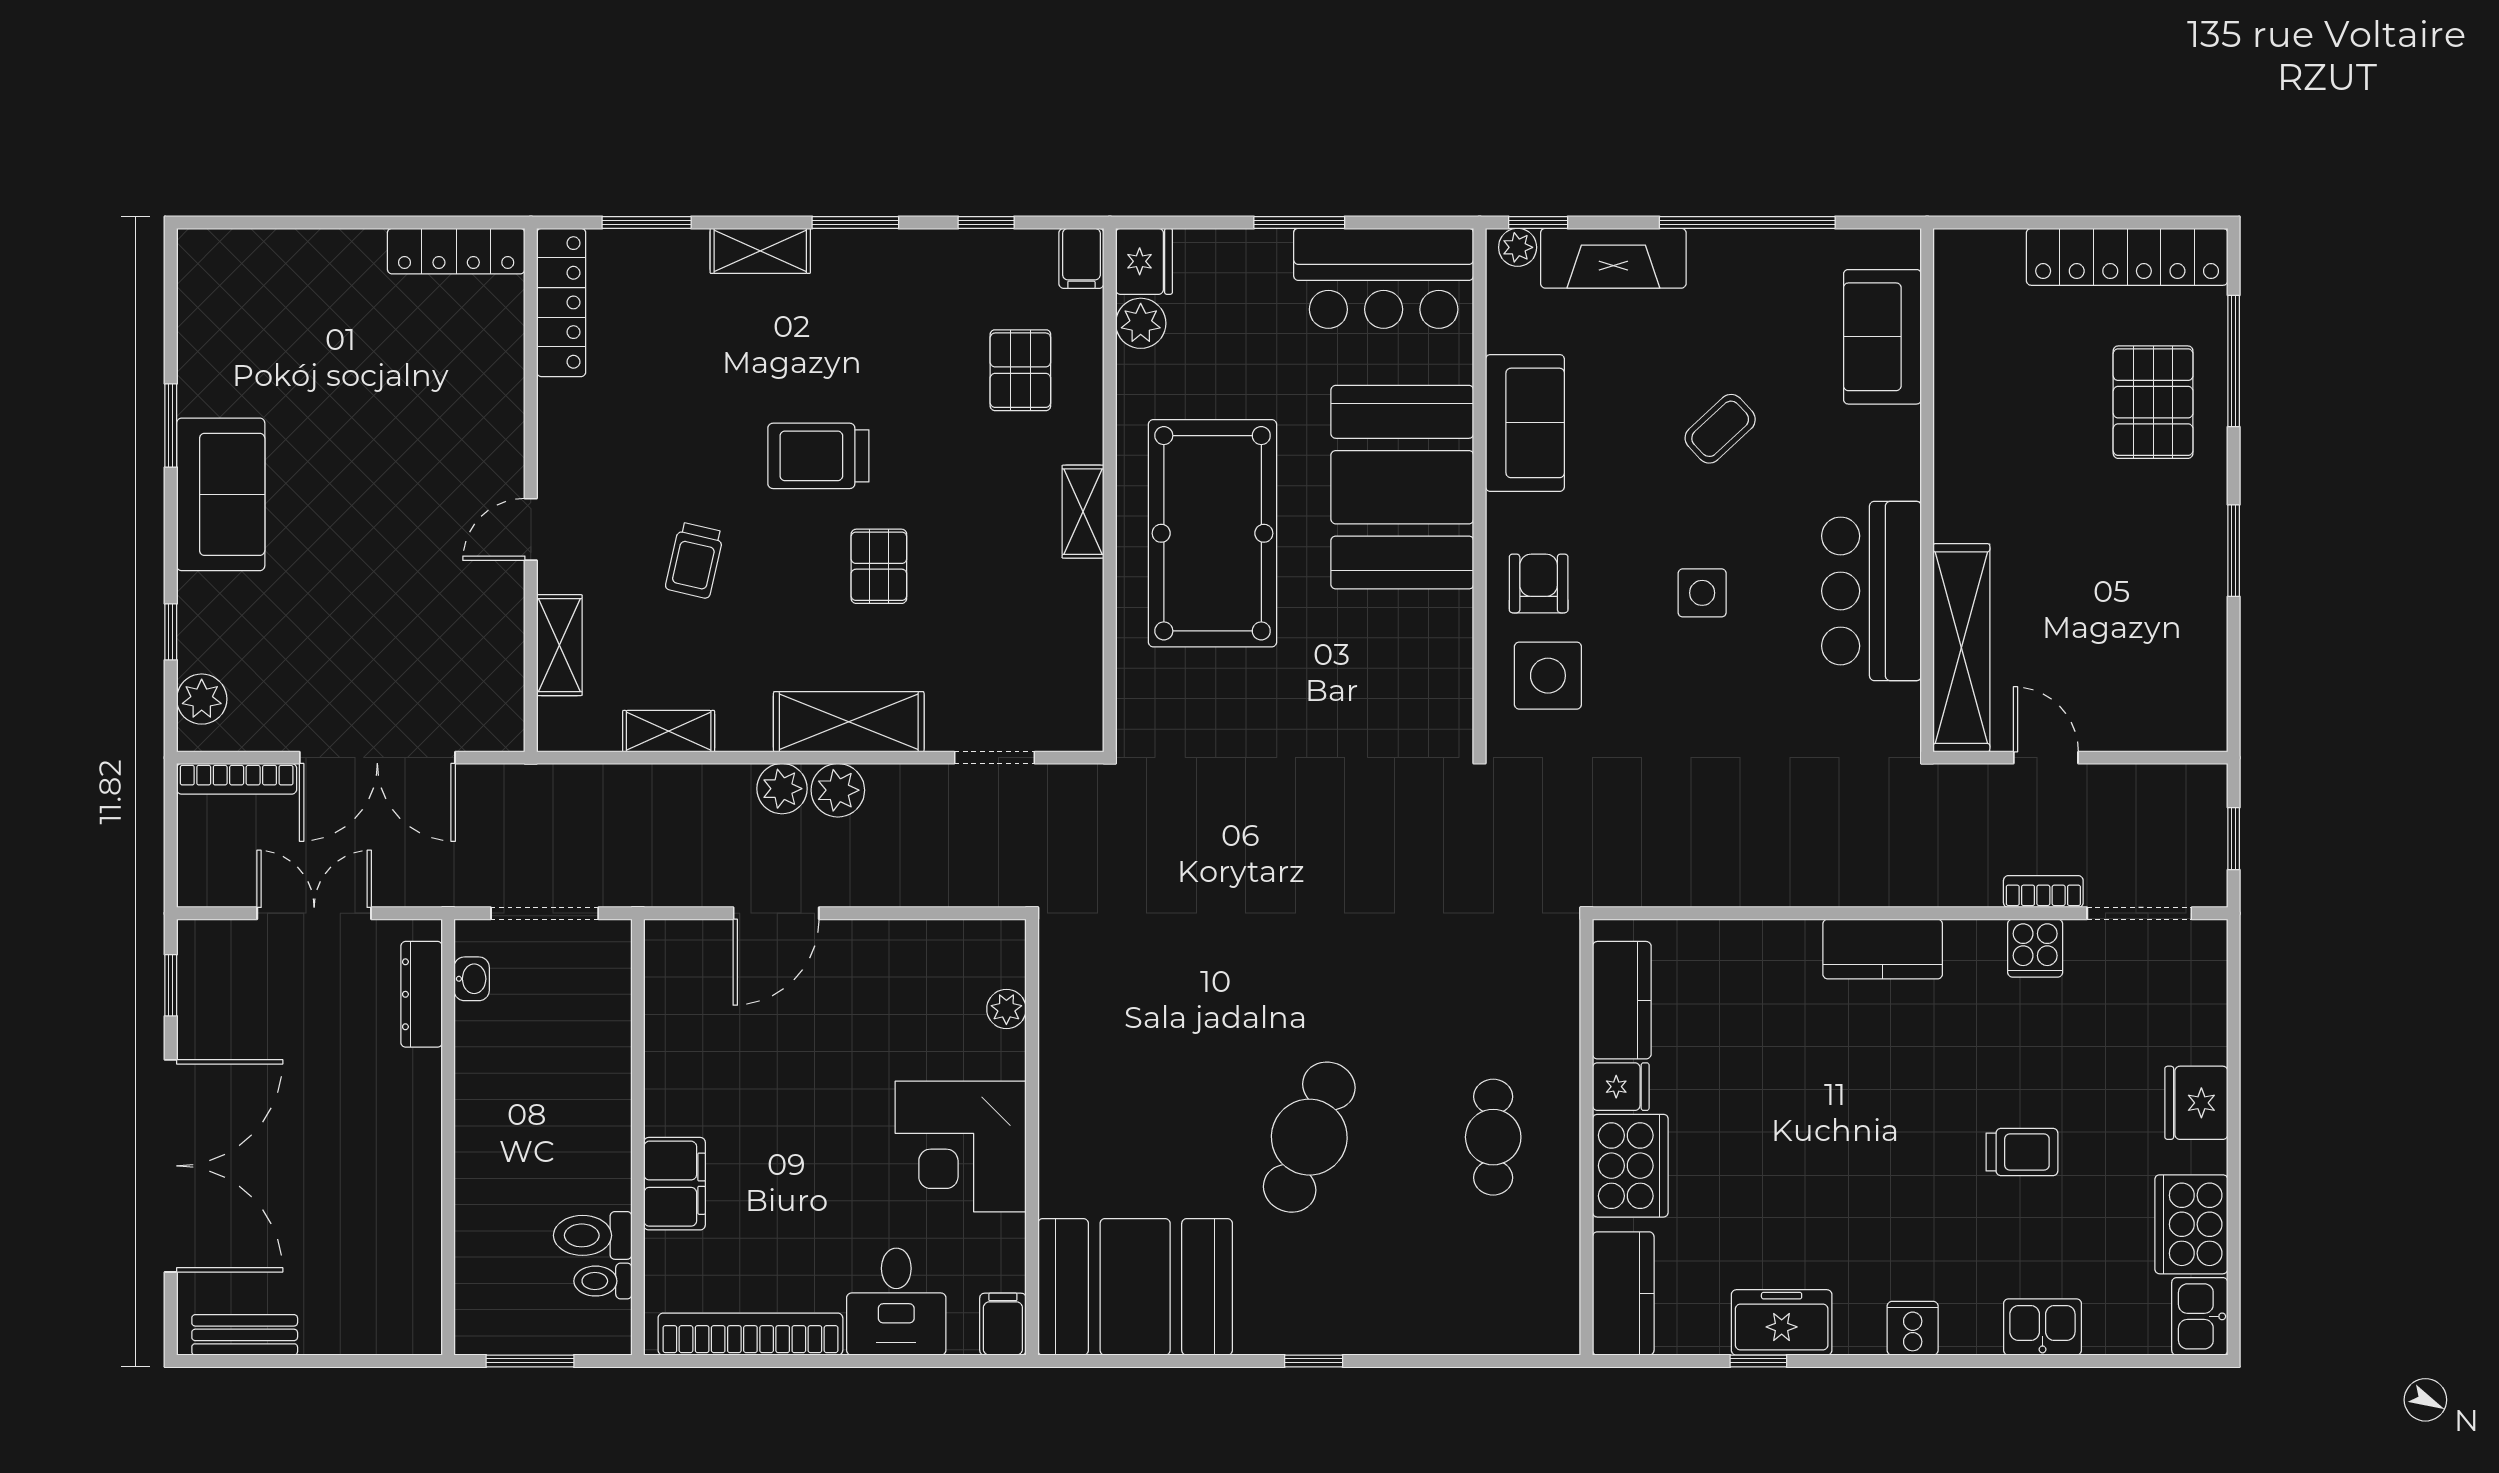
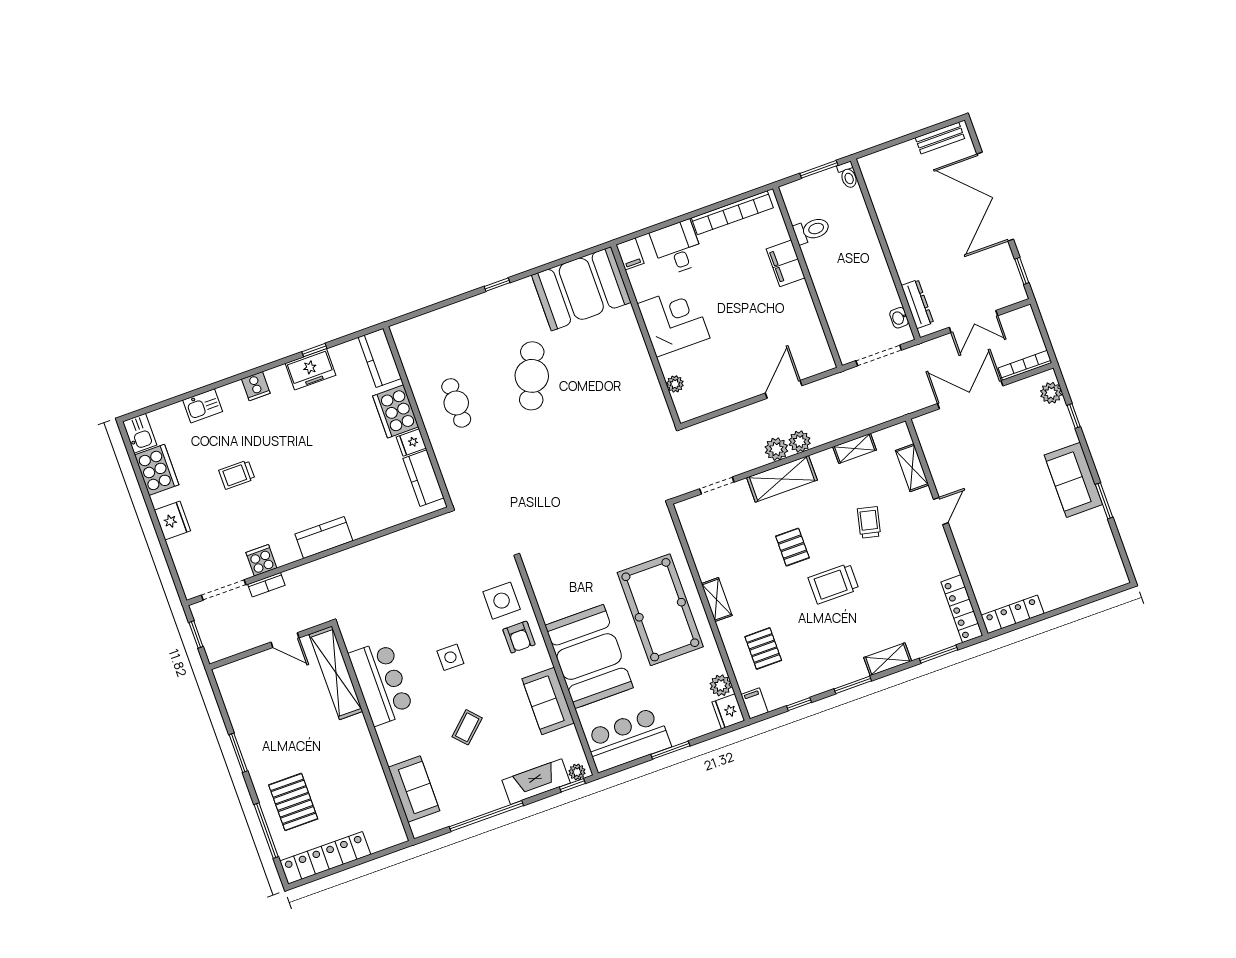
trolley: (818, 456) -> (834, 584), turned 180
toilet: (603, 1281) -> (848, 175), moved, turned 90

